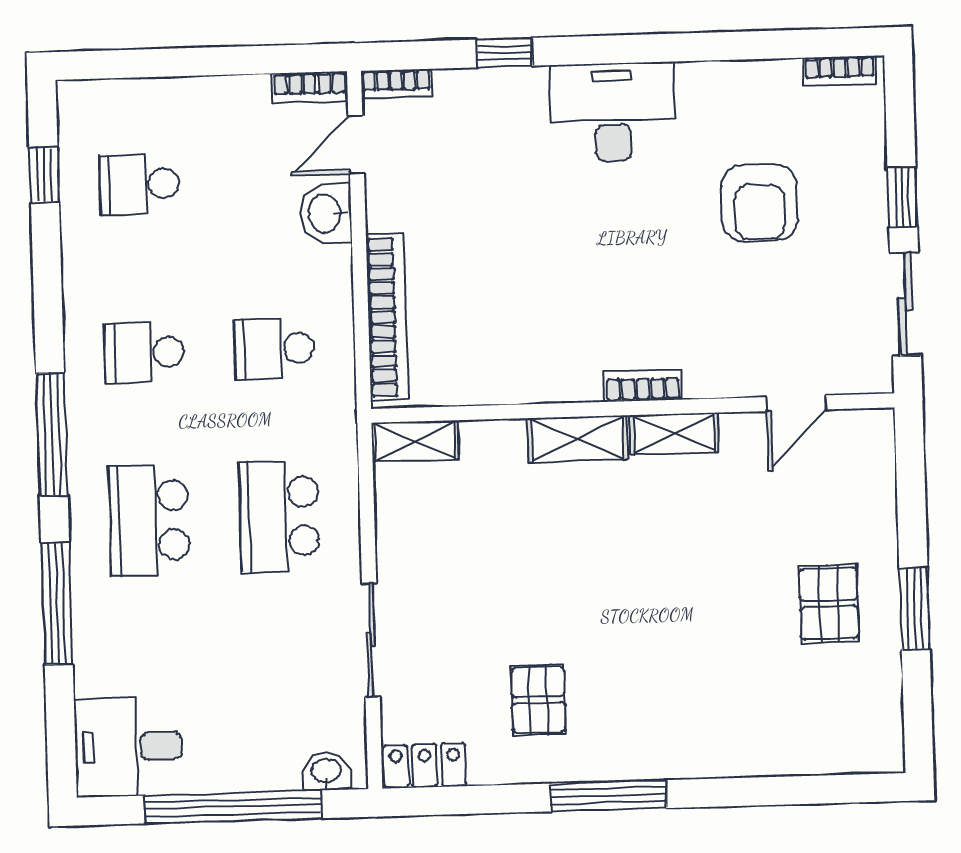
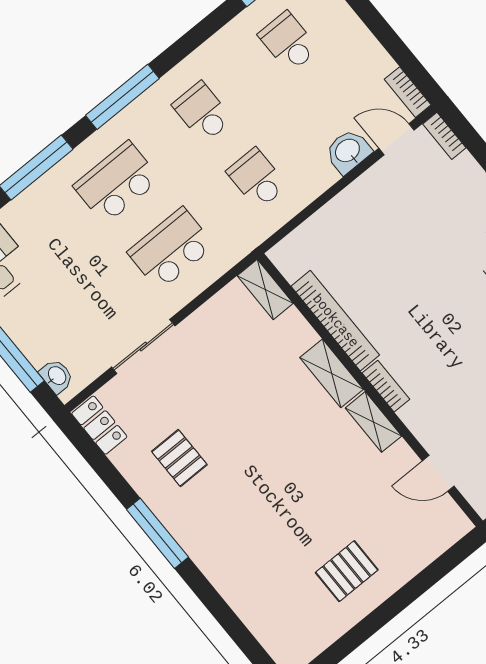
bookcase: (387, 317) -> (335, 321), moved, turned -90
window: (915, 609) -> (378, 618), removed
pallet: (538, 700) -> (179, 458), turned 90

